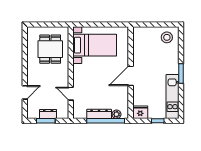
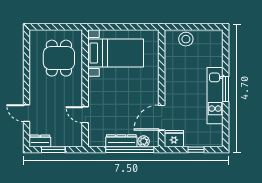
stool: (167, 37) -> (186, 39), moved
door: (131, 76) -> (162, 118), moved
door: (25, 92) -> (27, 113), swing flipped
kitchen unit: (172, 97) -> (215, 96), moved
dresser: (48, 114) -> (40, 141), moved

